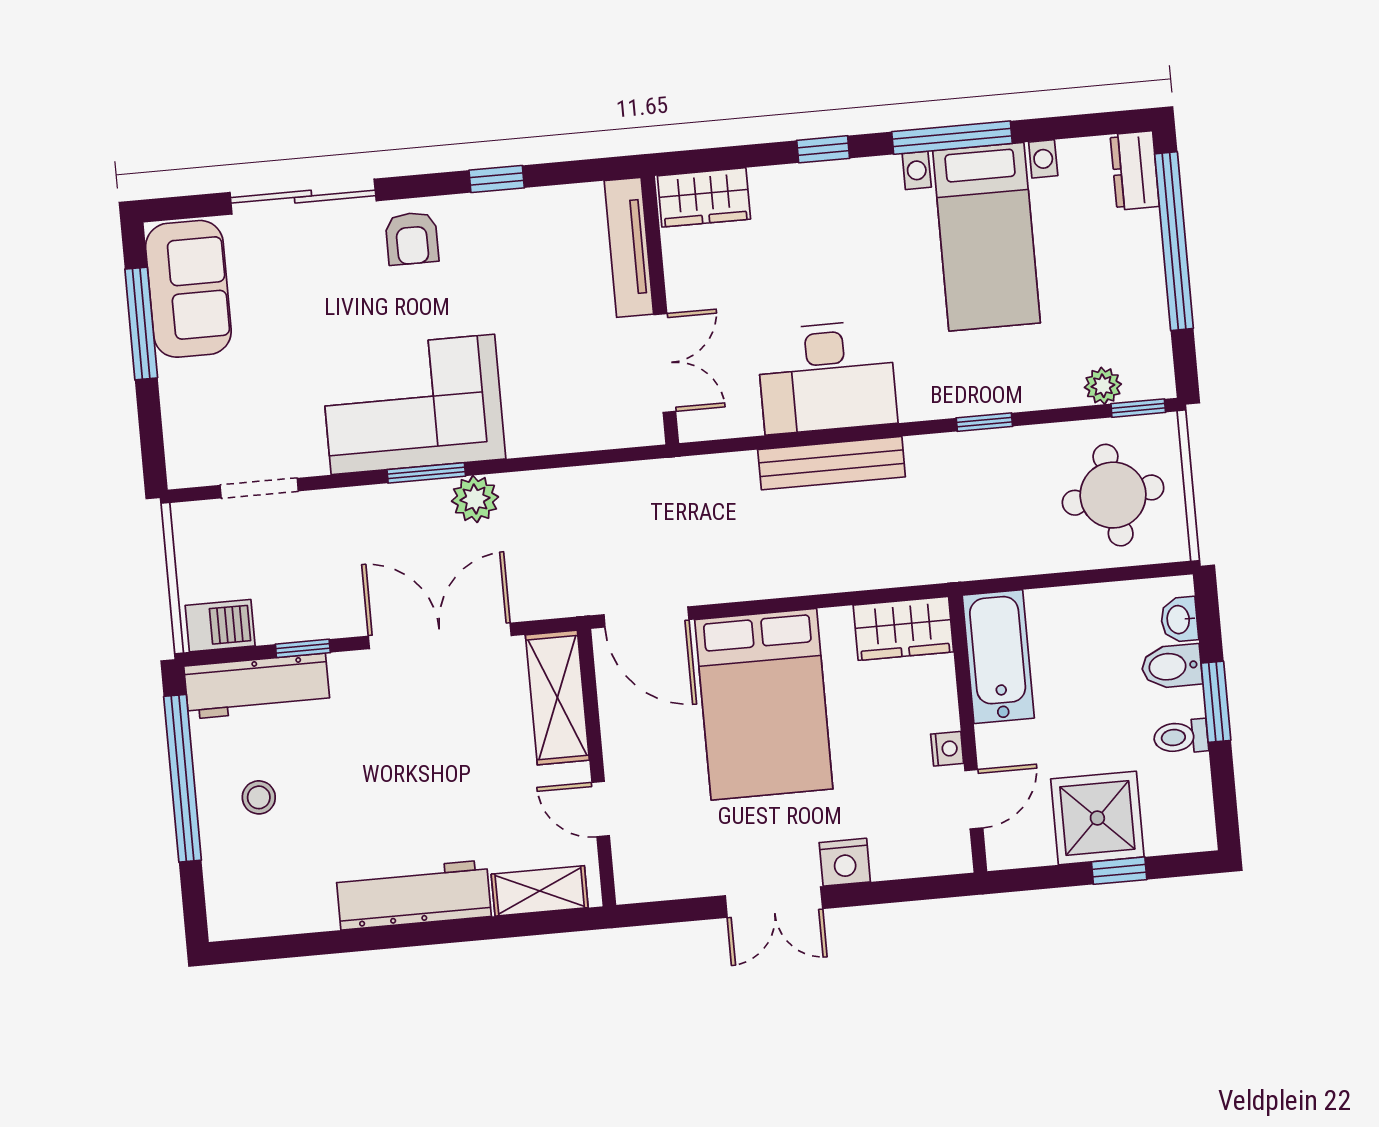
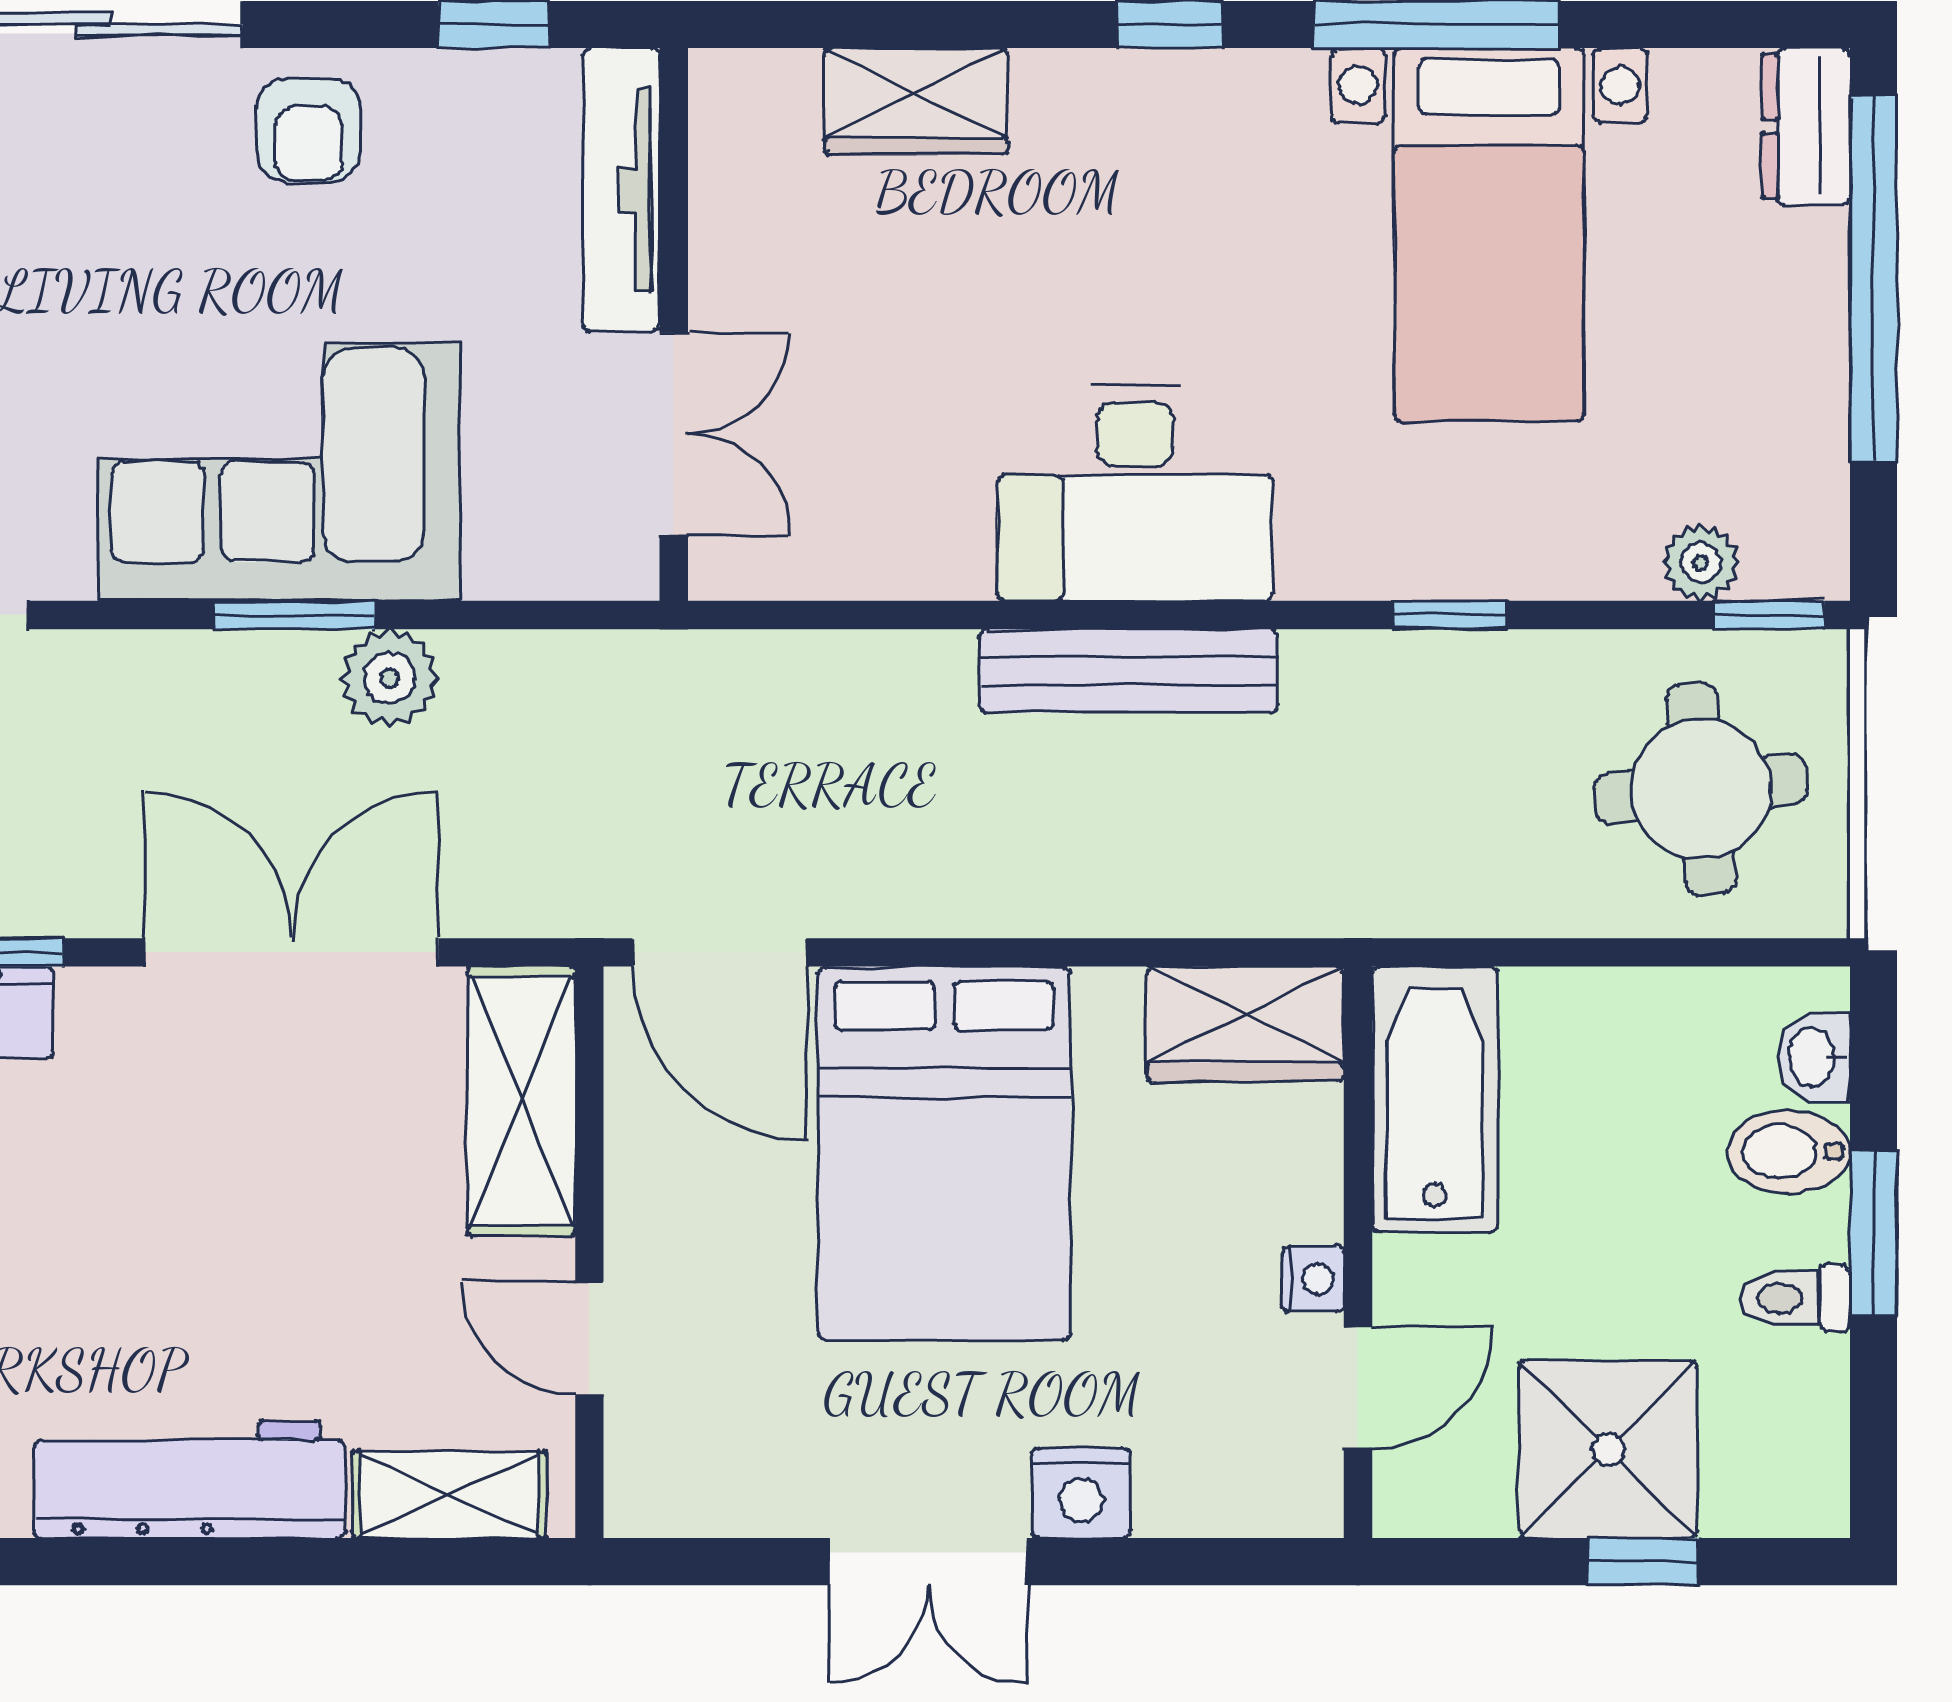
tv unit: (629, 247) -> (621, 190), moved
wall: (660, 310) -> (674, 324), moved
double door: (665, 363) -> (674, 434), moved

